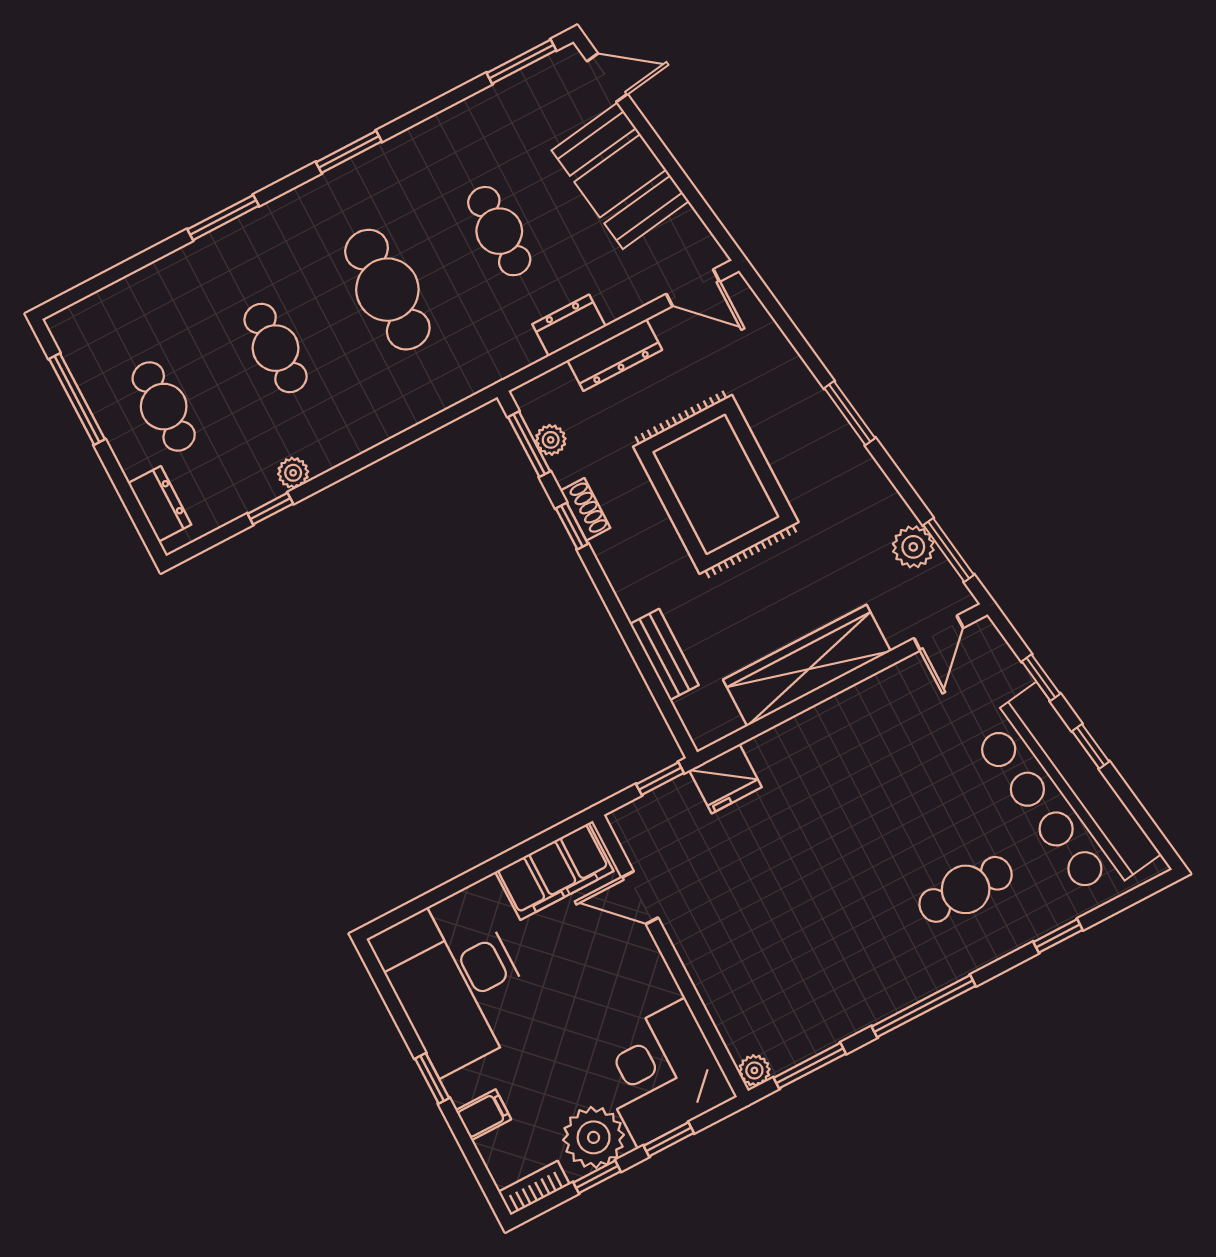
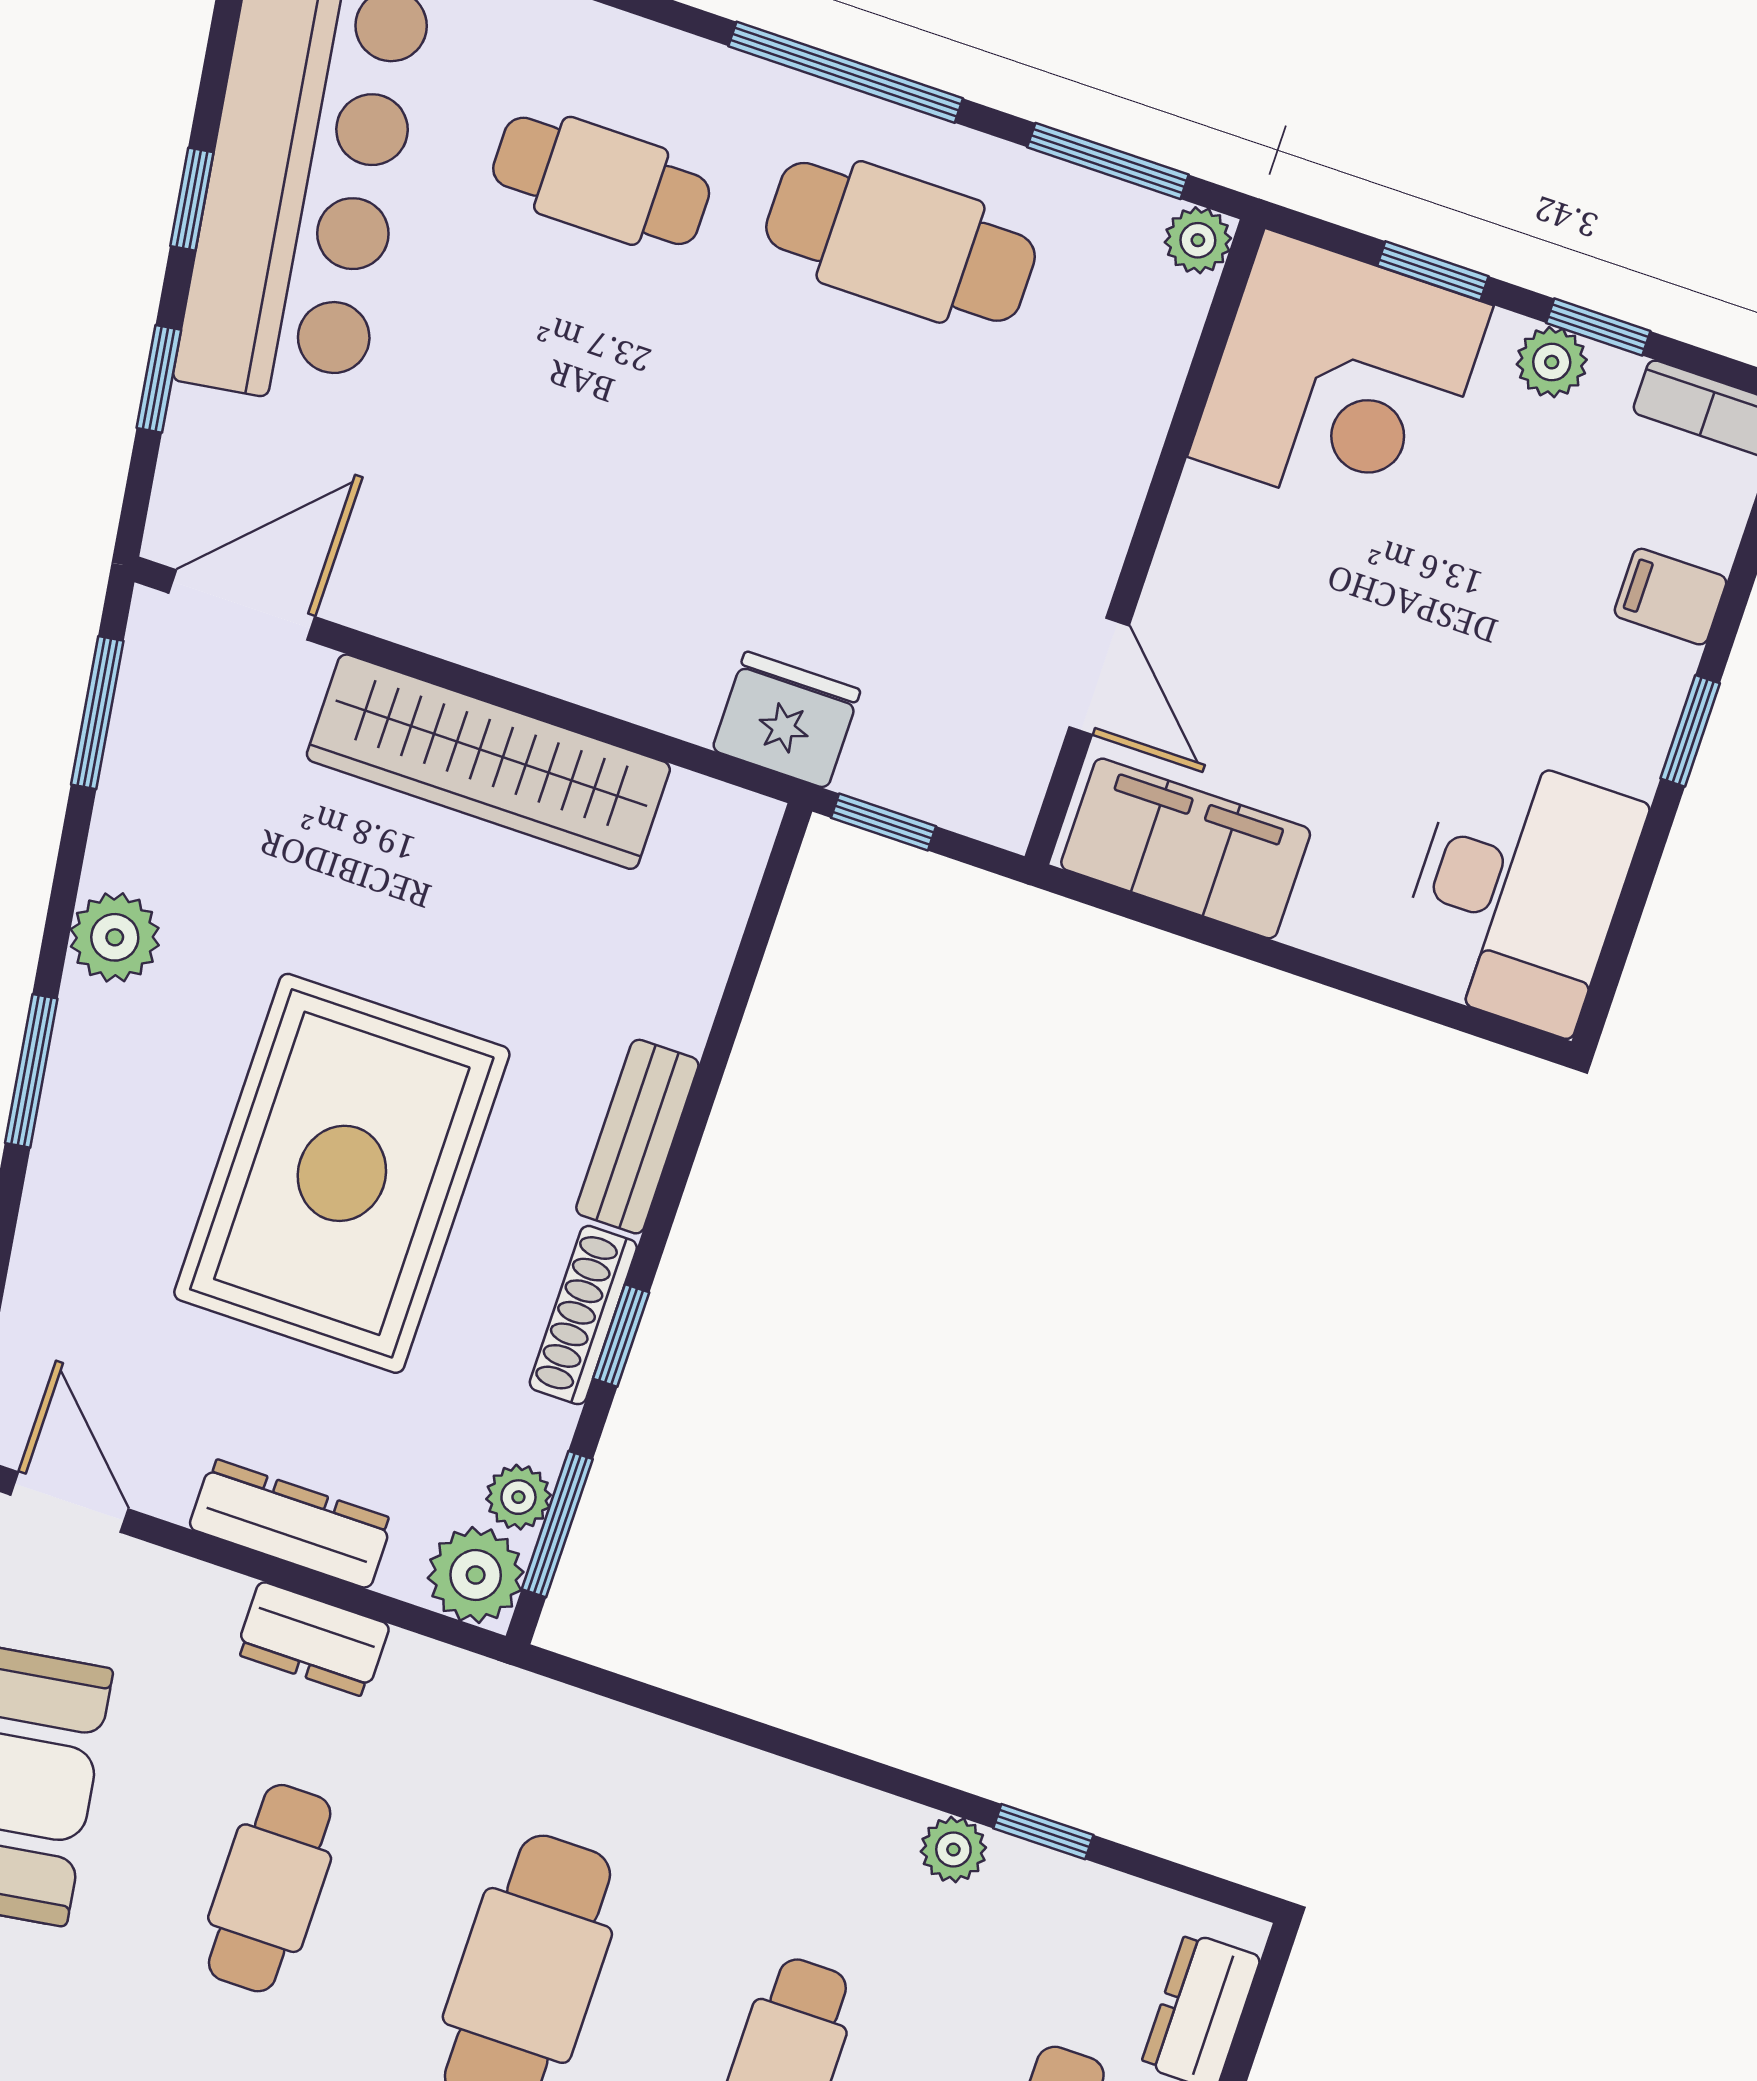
plant: (538, 401) -> (476, 1575), added
shoe rack: (585, 509) -> (583, 1315), width x1.43
plant: (913, 547) -> (115, 937), moved
door: (939, 633) -> (242, 605), width x1.38
bench: (664, 654) -> (637, 1137), moved
cafe table: (849, 970) -> (901, 242), added
desk: (455, 982) -> (1519, 891), width x0.73, depth x0.77
plant: (594, 1137) -> (1552, 362), width x0.53, depth x0.53

